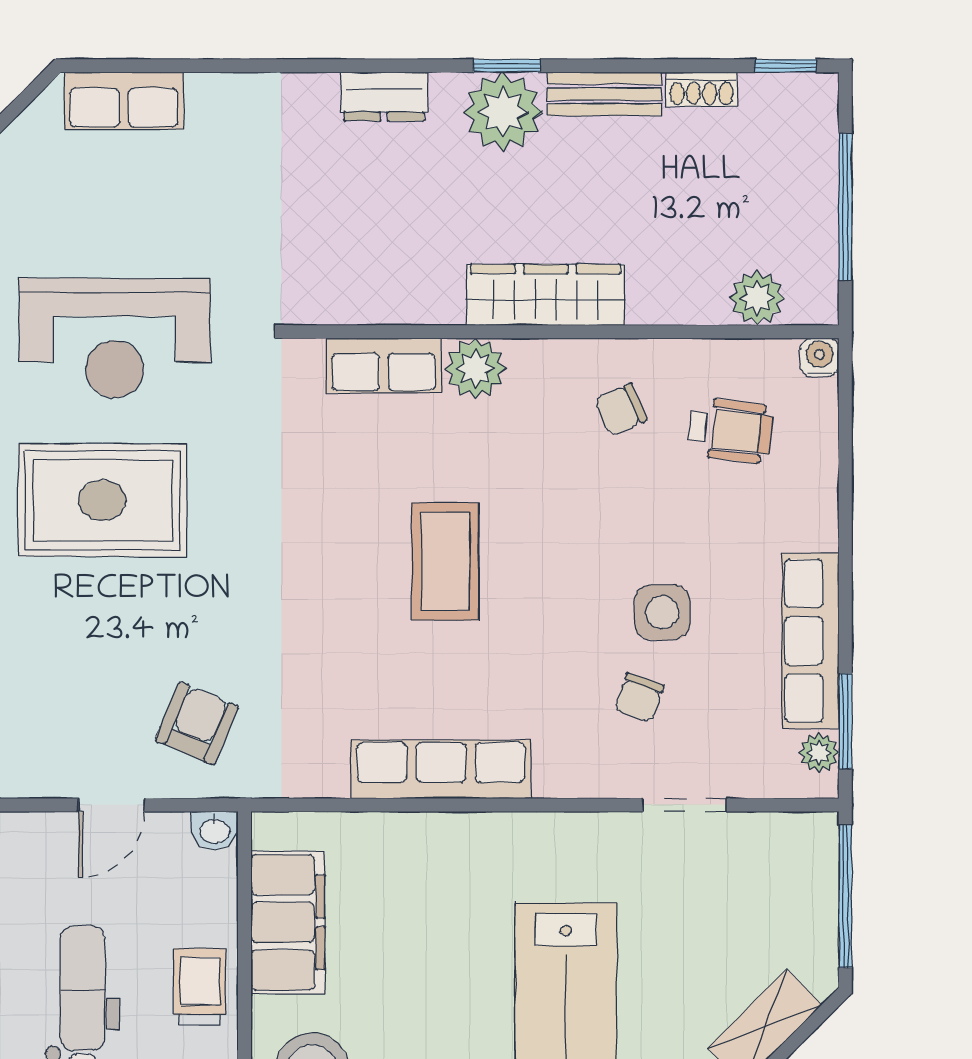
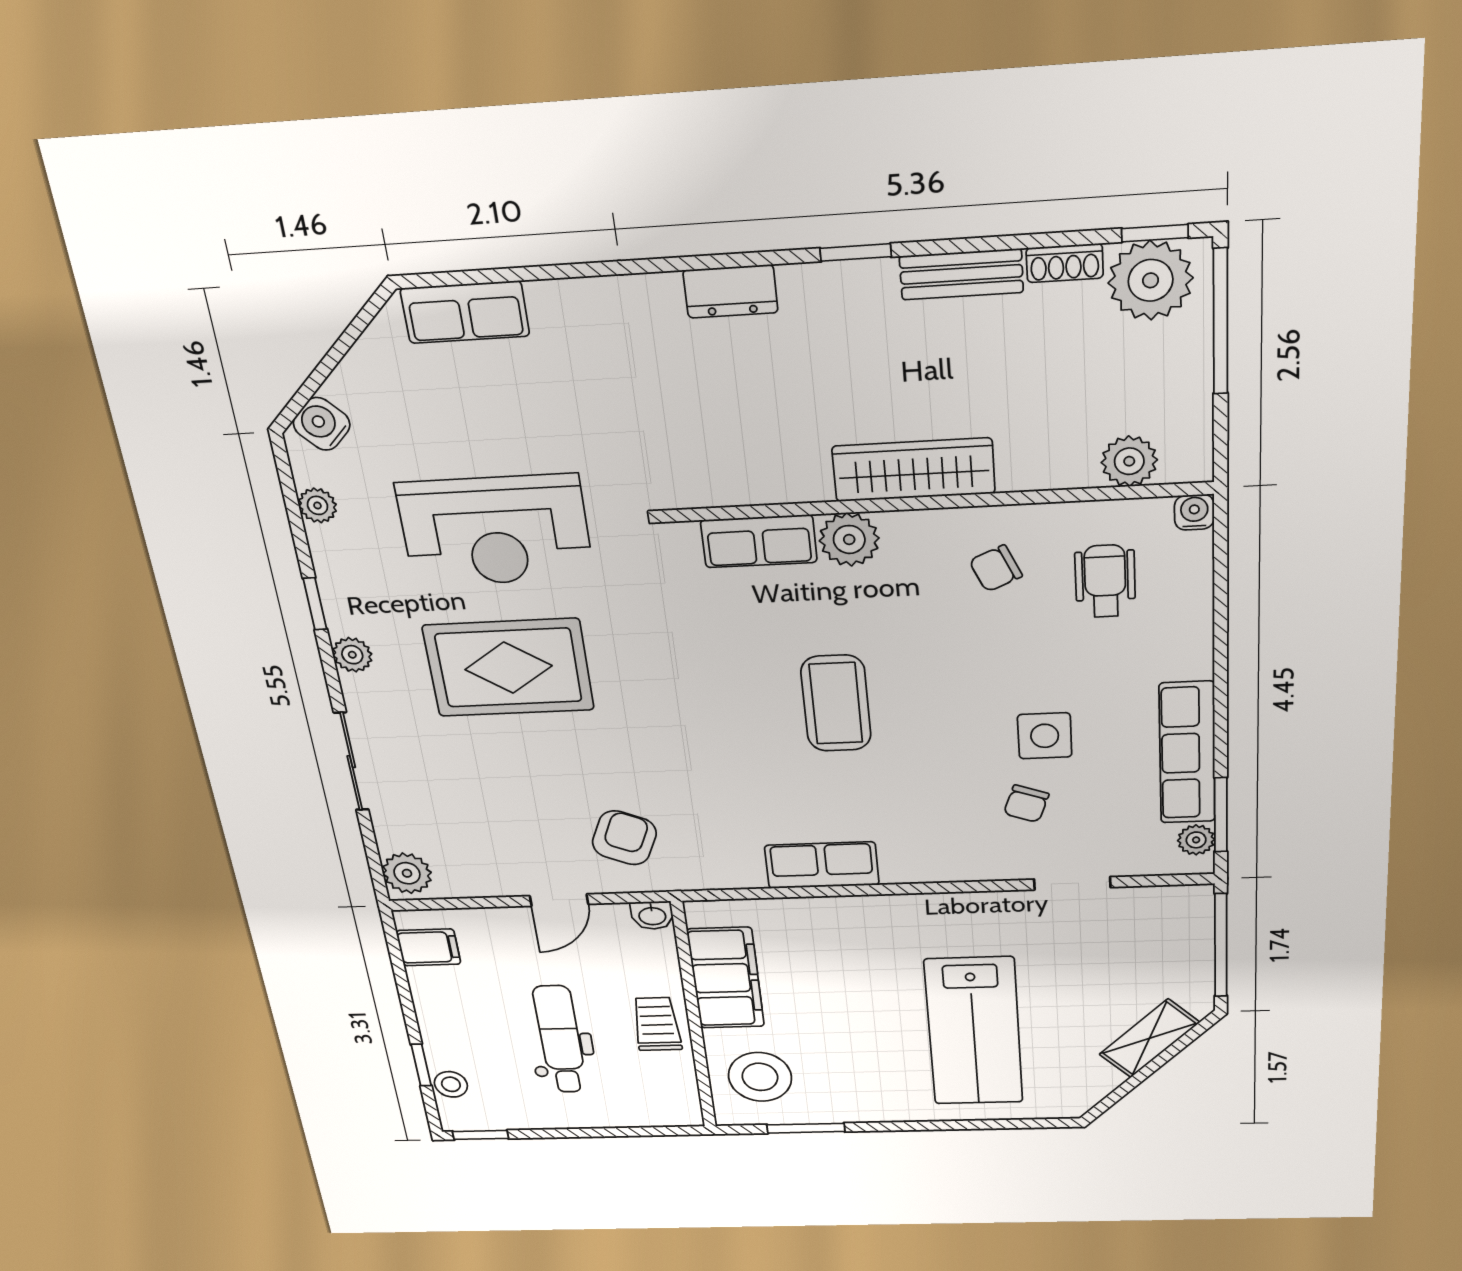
plant: (503, 112) -> (1151, 280), moved
window: (845, 207) -> (1220, 322), moved
wheelchair: (730, 430) -> (1105, 581), turned -97
row of seats: (441, 769) -> (822, 865), width x0.68

